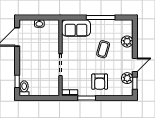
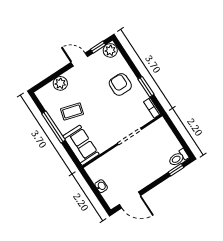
coffee table: (103, 49) -> (72, 111), moved
plant: (127, 78) -> (110, 50), moved
armchair: (100, 82) -> (120, 84), turned -90

